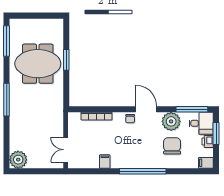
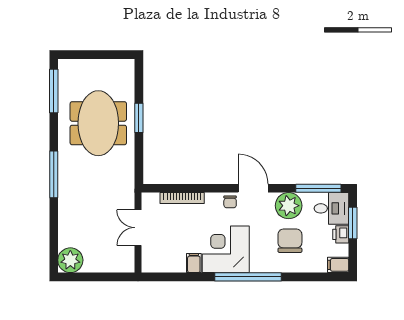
meeting table: (38, 64) -> (98, 123), turned 90
double door: (66, 150) -> (138, 228), moved
corner desk: (127, 152) -> (226, 249), added

